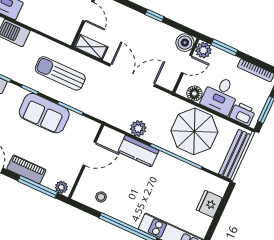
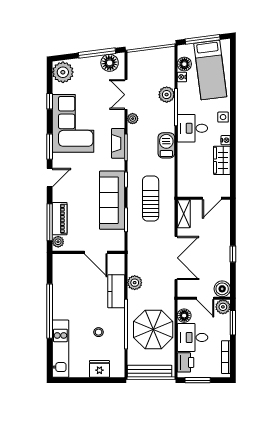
sofa: (44, 113) -> (112, 200), width x1.36
piano: (26, 169) -> (60, 219), moved
stool: (101, 197) -> (99, 332), moved

